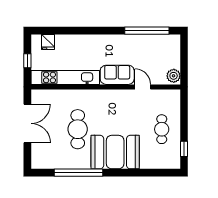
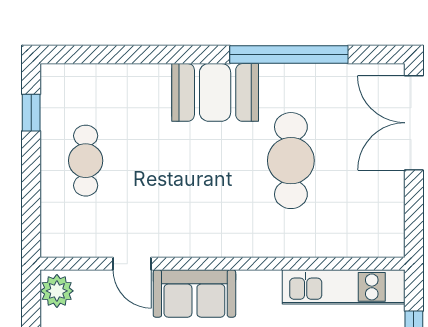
kitchen unit: (65, 77) -> (344, 287), width x0.73
double door: (27, 123) -> (414, 123), moved
booth: (115, 152) -> (215, 92), width x0.73, depth x0.70

